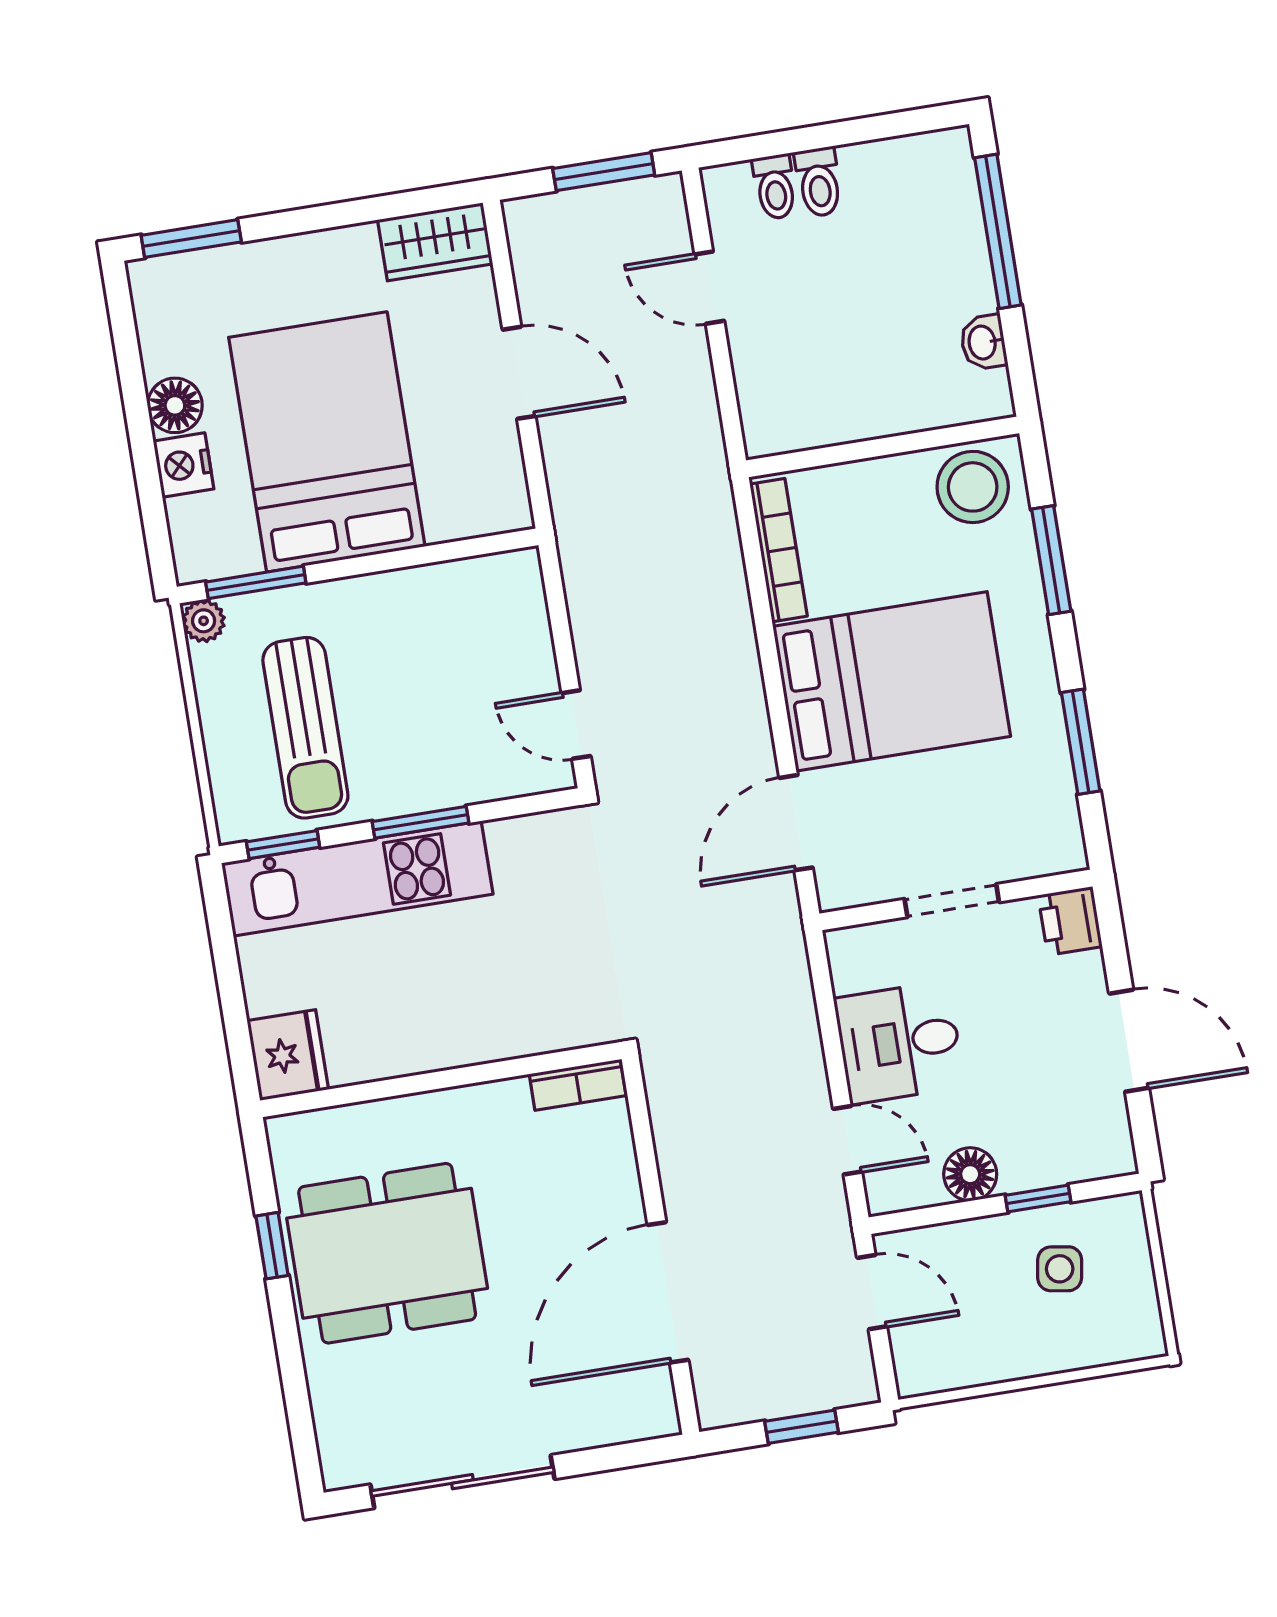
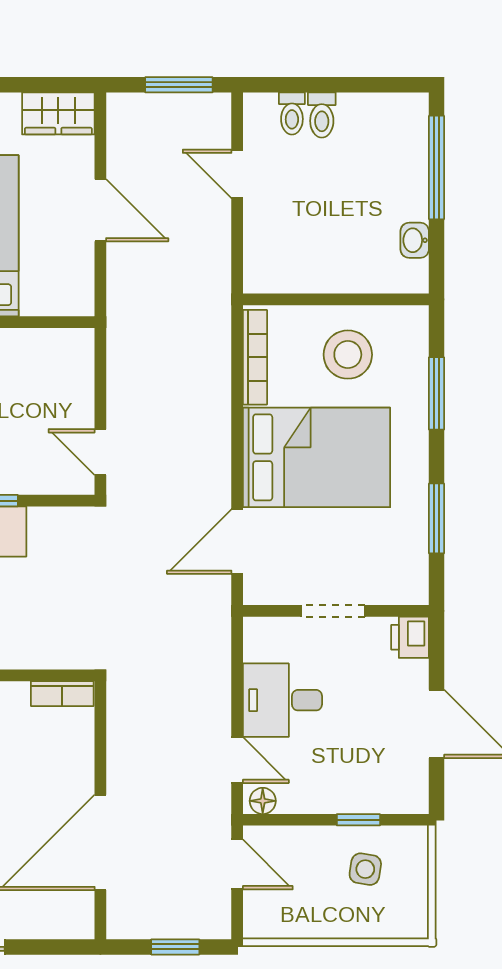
stool: (973, 487) -> (348, 355), moved
floor lamp: (970, 1174) -> (263, 801), moved, width x0.73, depth x0.73

